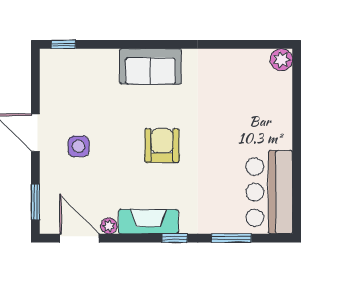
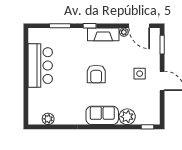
plant: (281, 60) -> (48, 119), moved
plant: (103, 64) -> (127, 117), added
bar counter: (269, 192) -> (40, 66), moved

